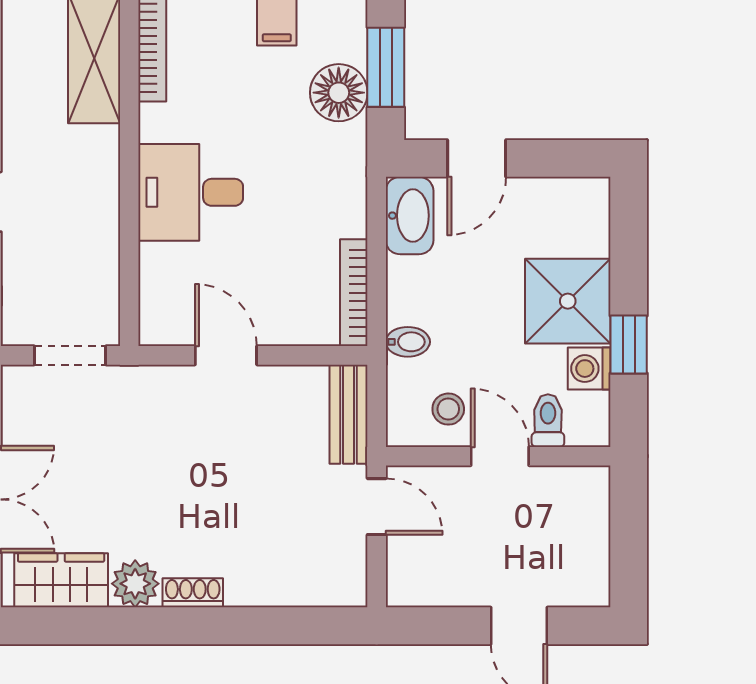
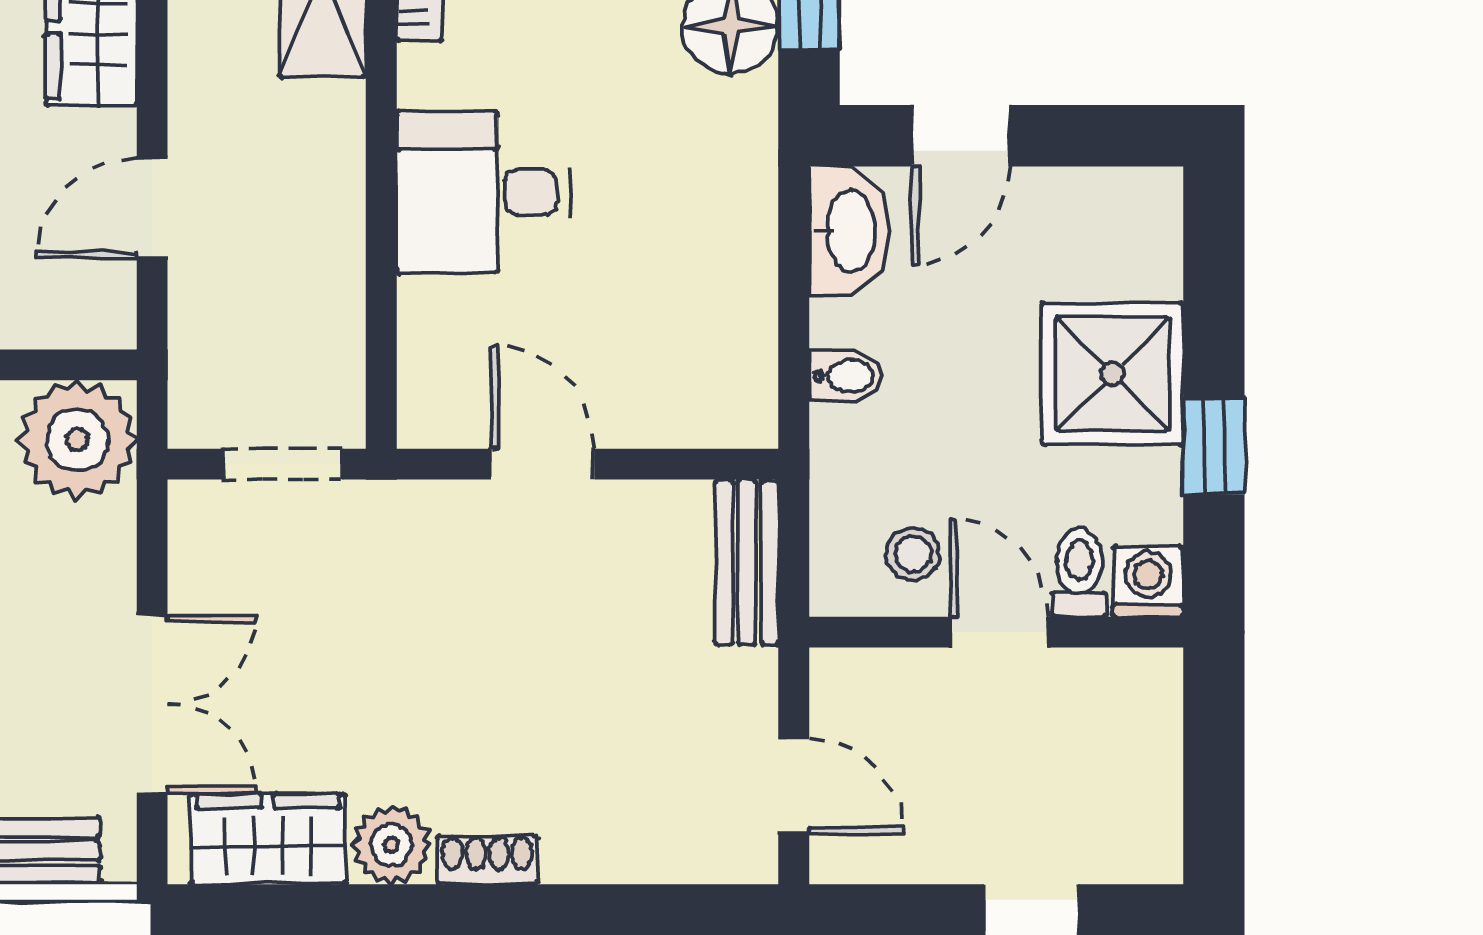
bookcase: (354, 293) -> (756, 360), removed
bidet: (408, 342) -> (846, 376), moved
washing machine: (589, 369) -> (1148, 582), moved, turned 90
door: (377, 507) -> (794, 786), moved

